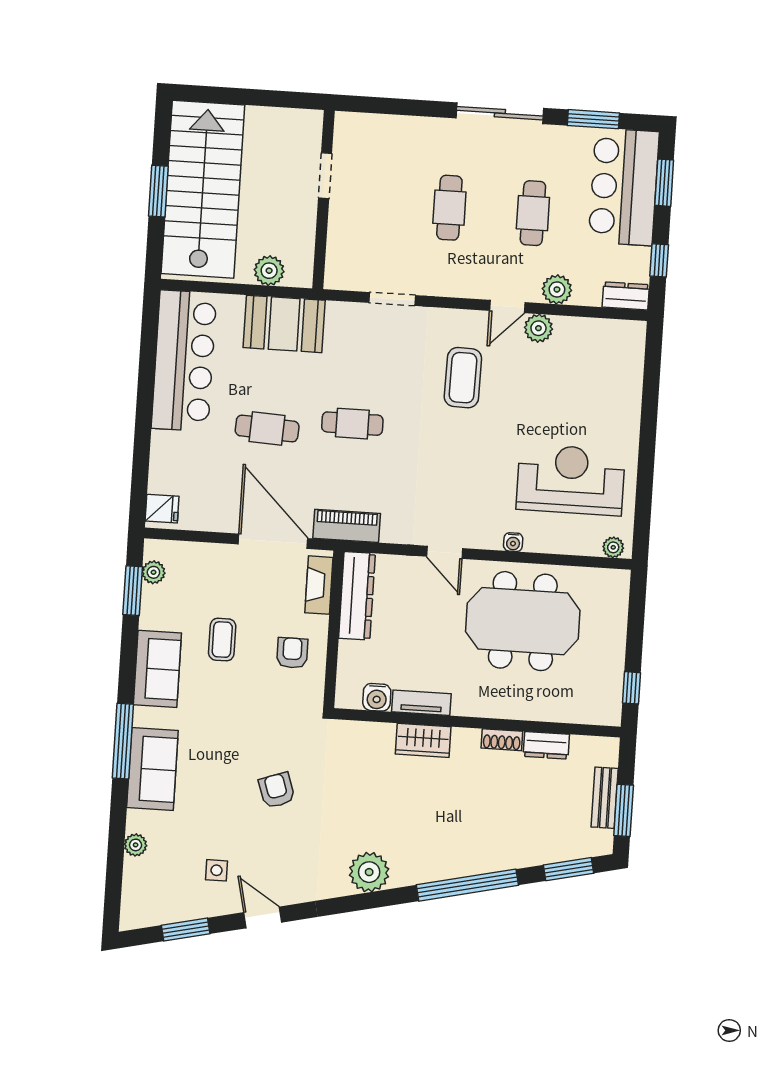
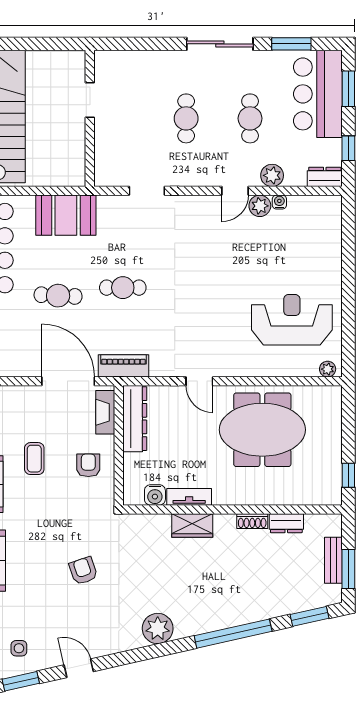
plant: (269, 271) -> (52, 175), removed
coffee table: (463, 378) -> (205, 247), removed
water cooler: (513, 542) -> (279, 202), moved, turned 180
side table: (217, 870) -> (19, 648), moved

